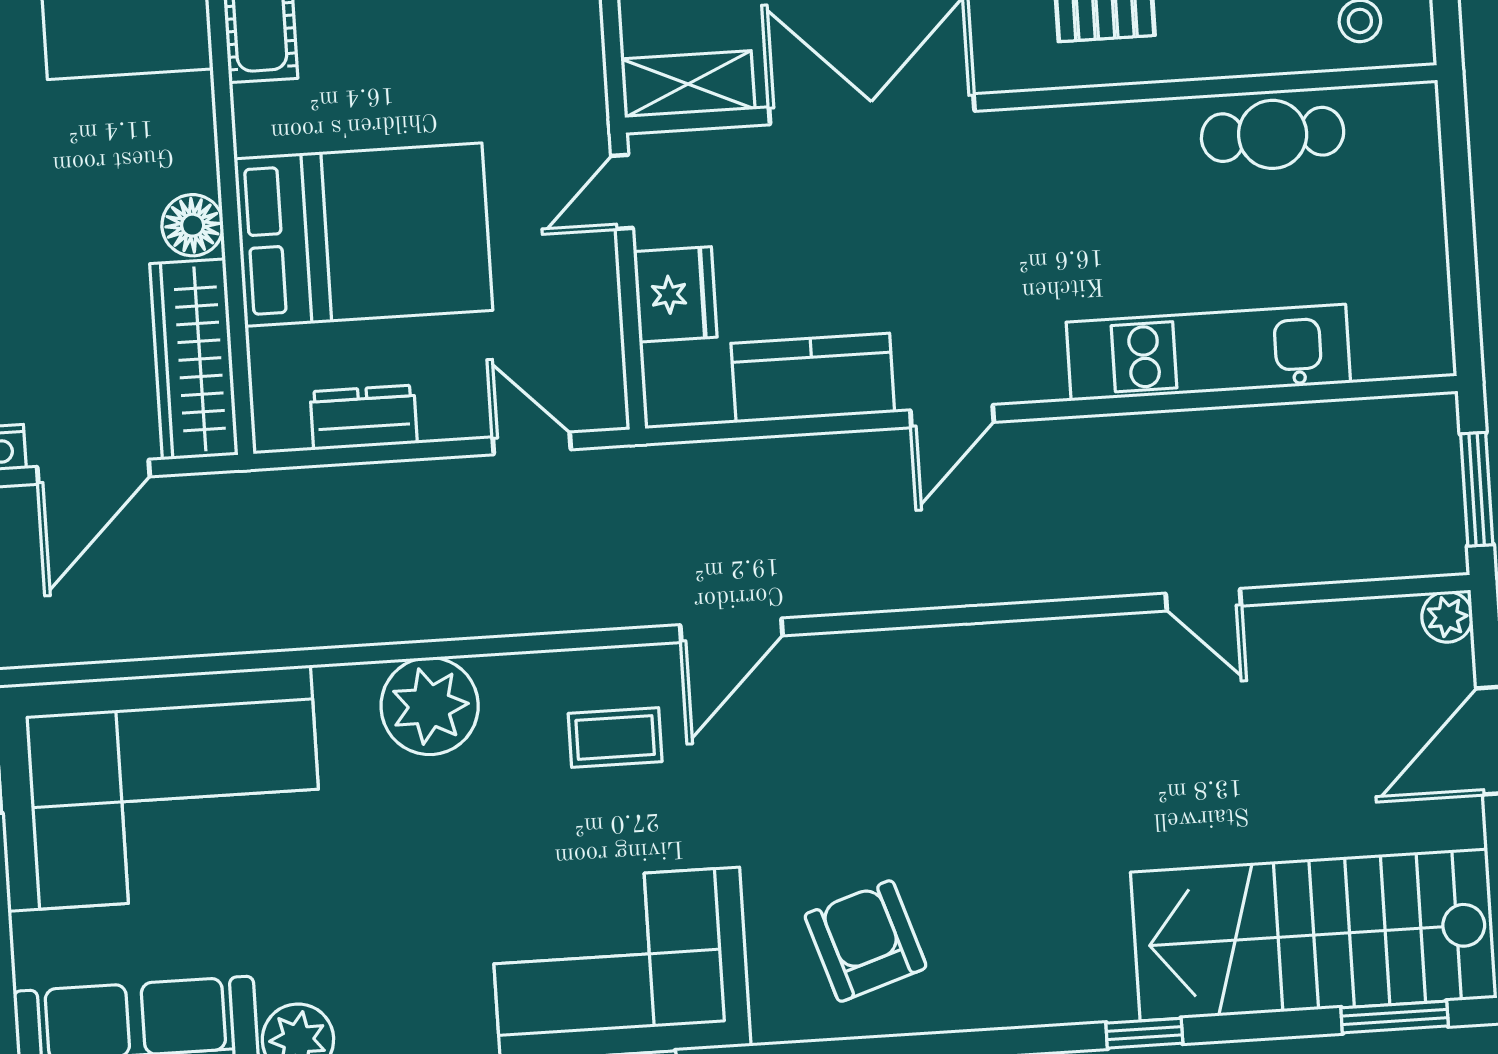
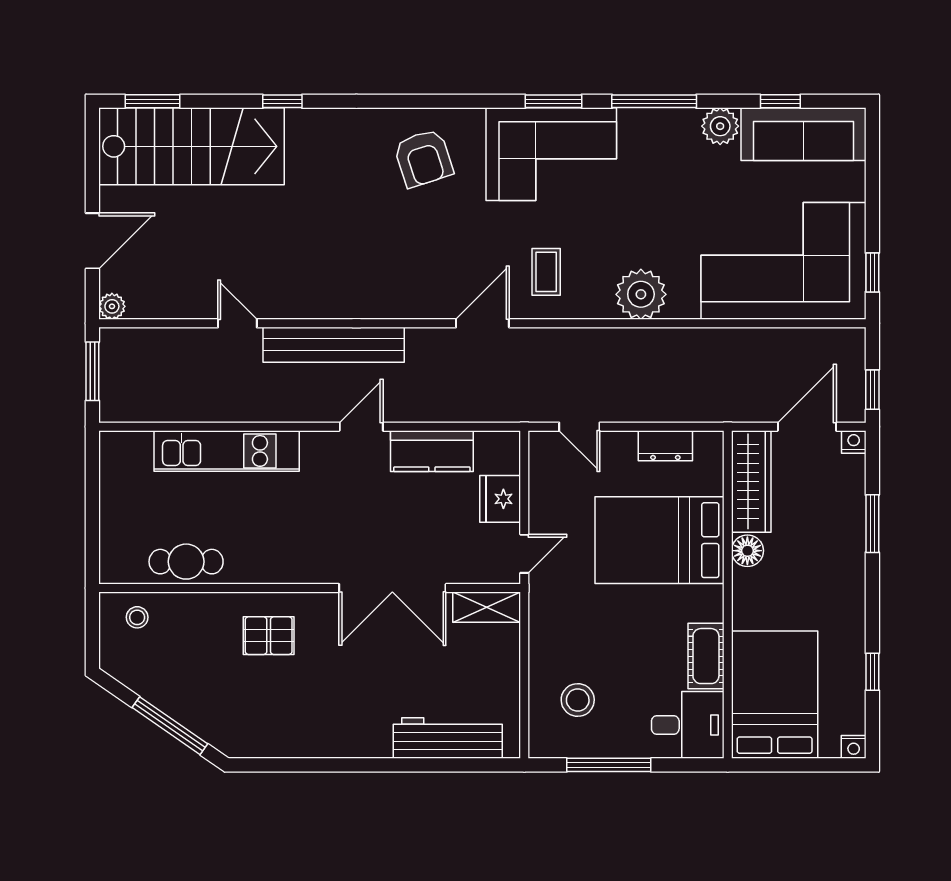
bench: (1015, 570) -> (334, 345), added
coffee table: (615, 737) -> (546, 272), turned 90

